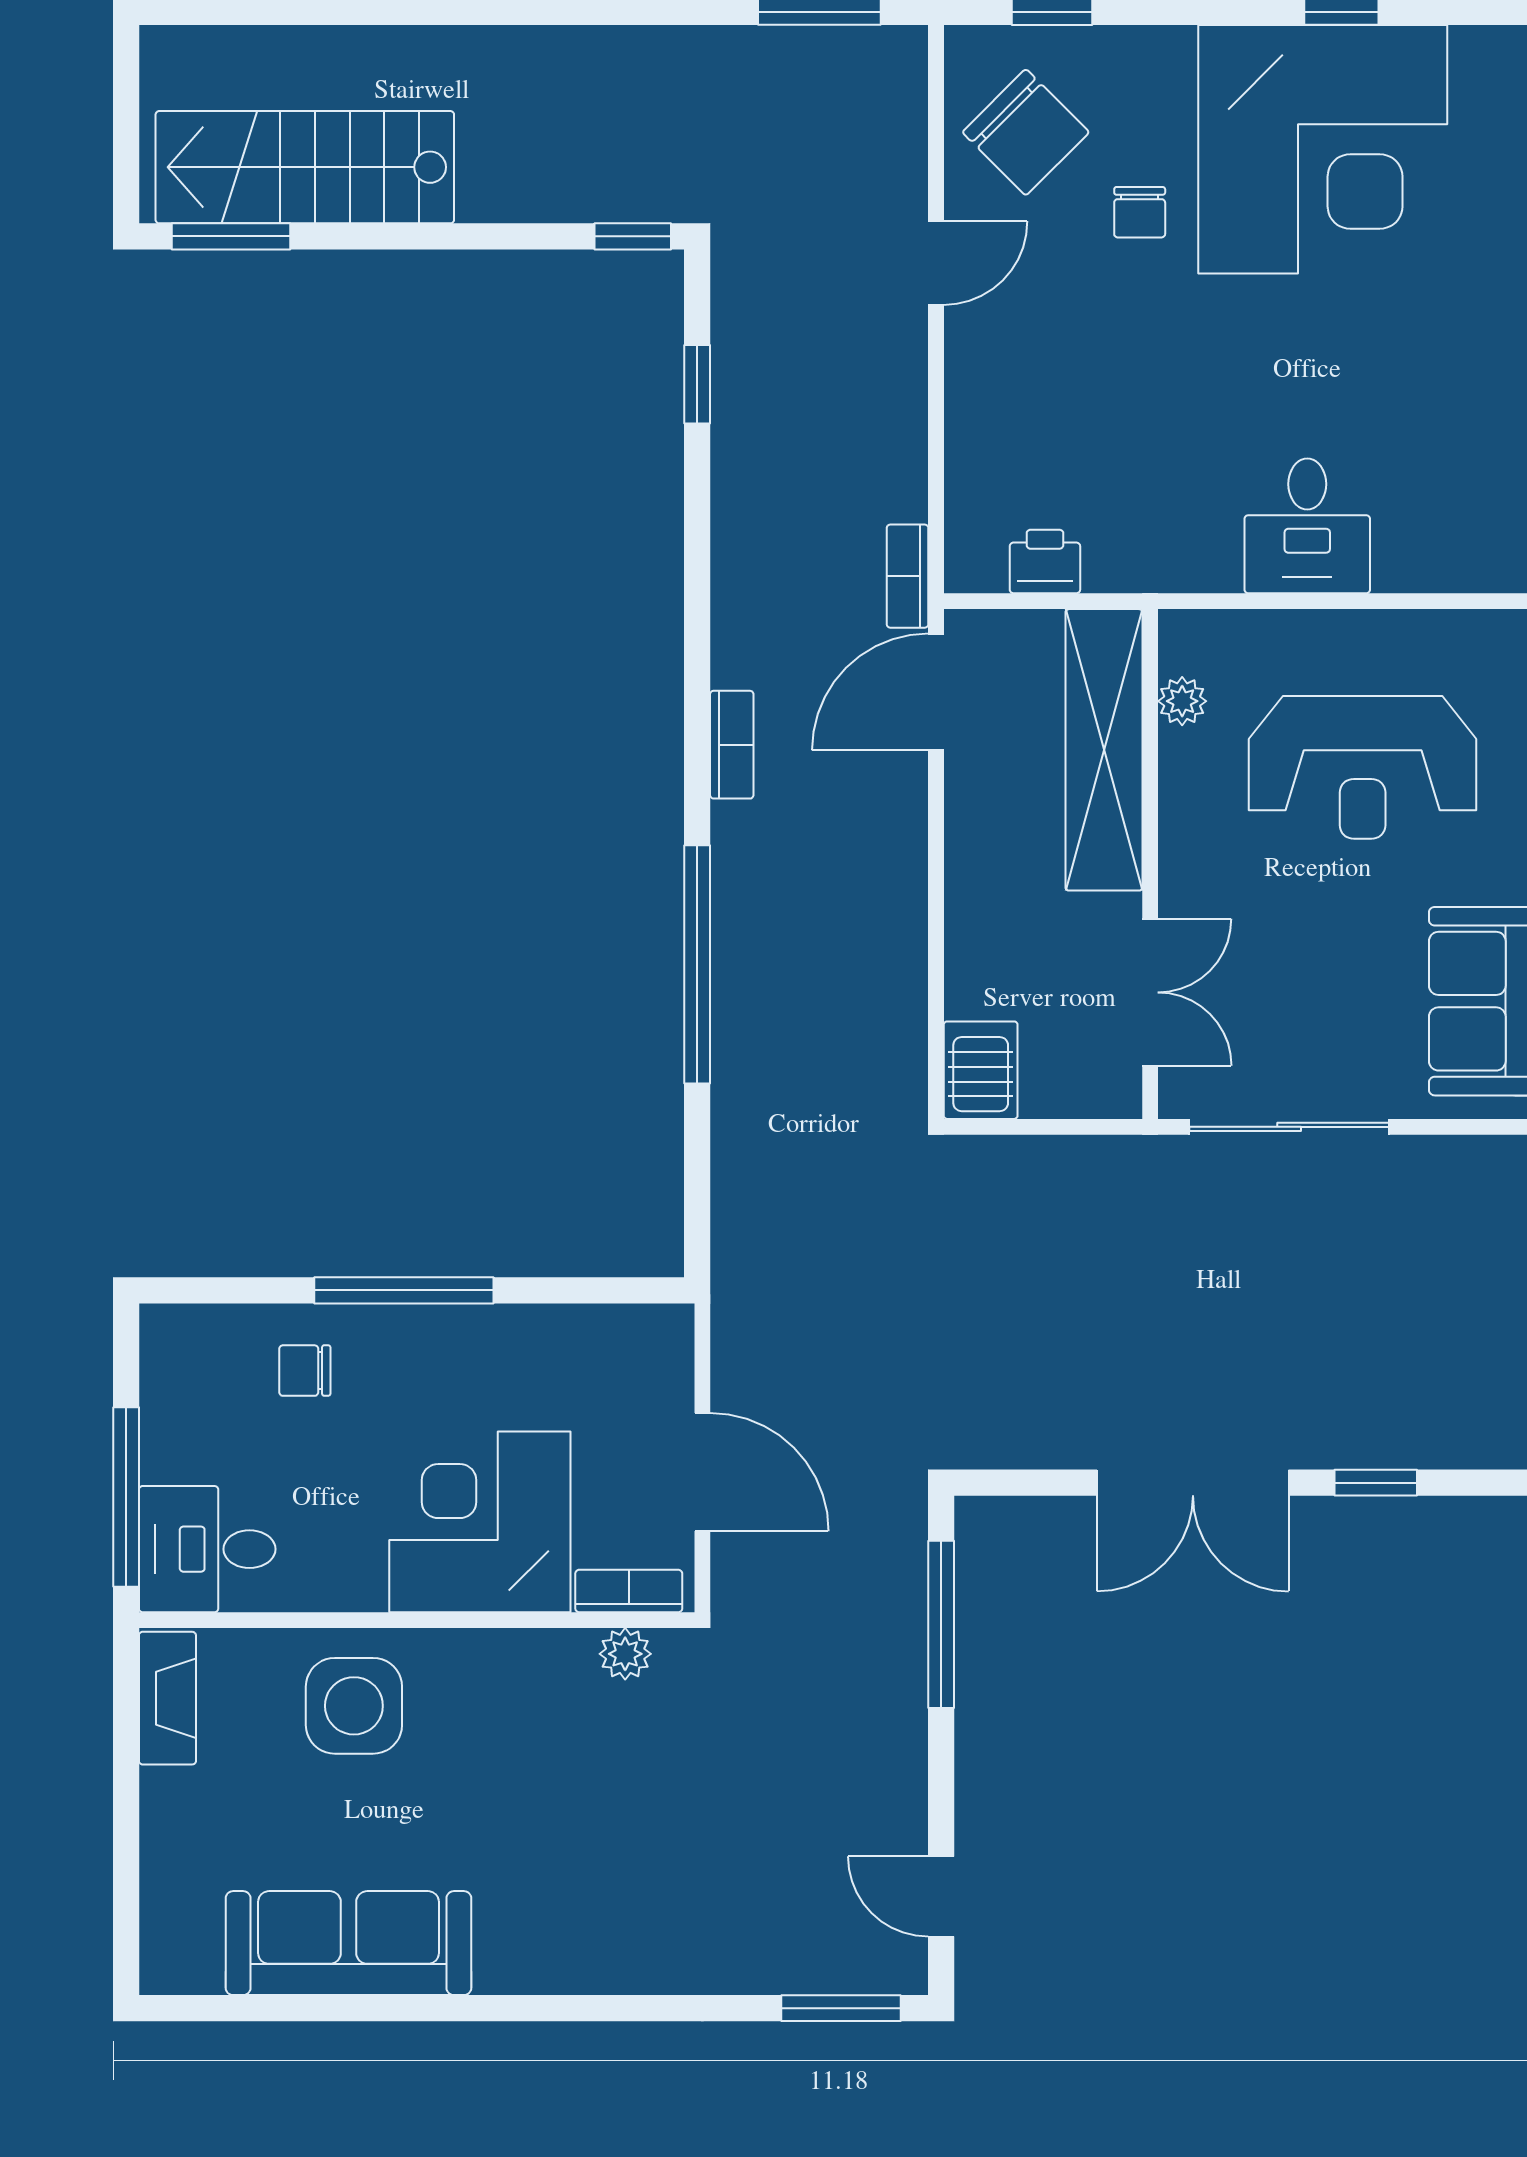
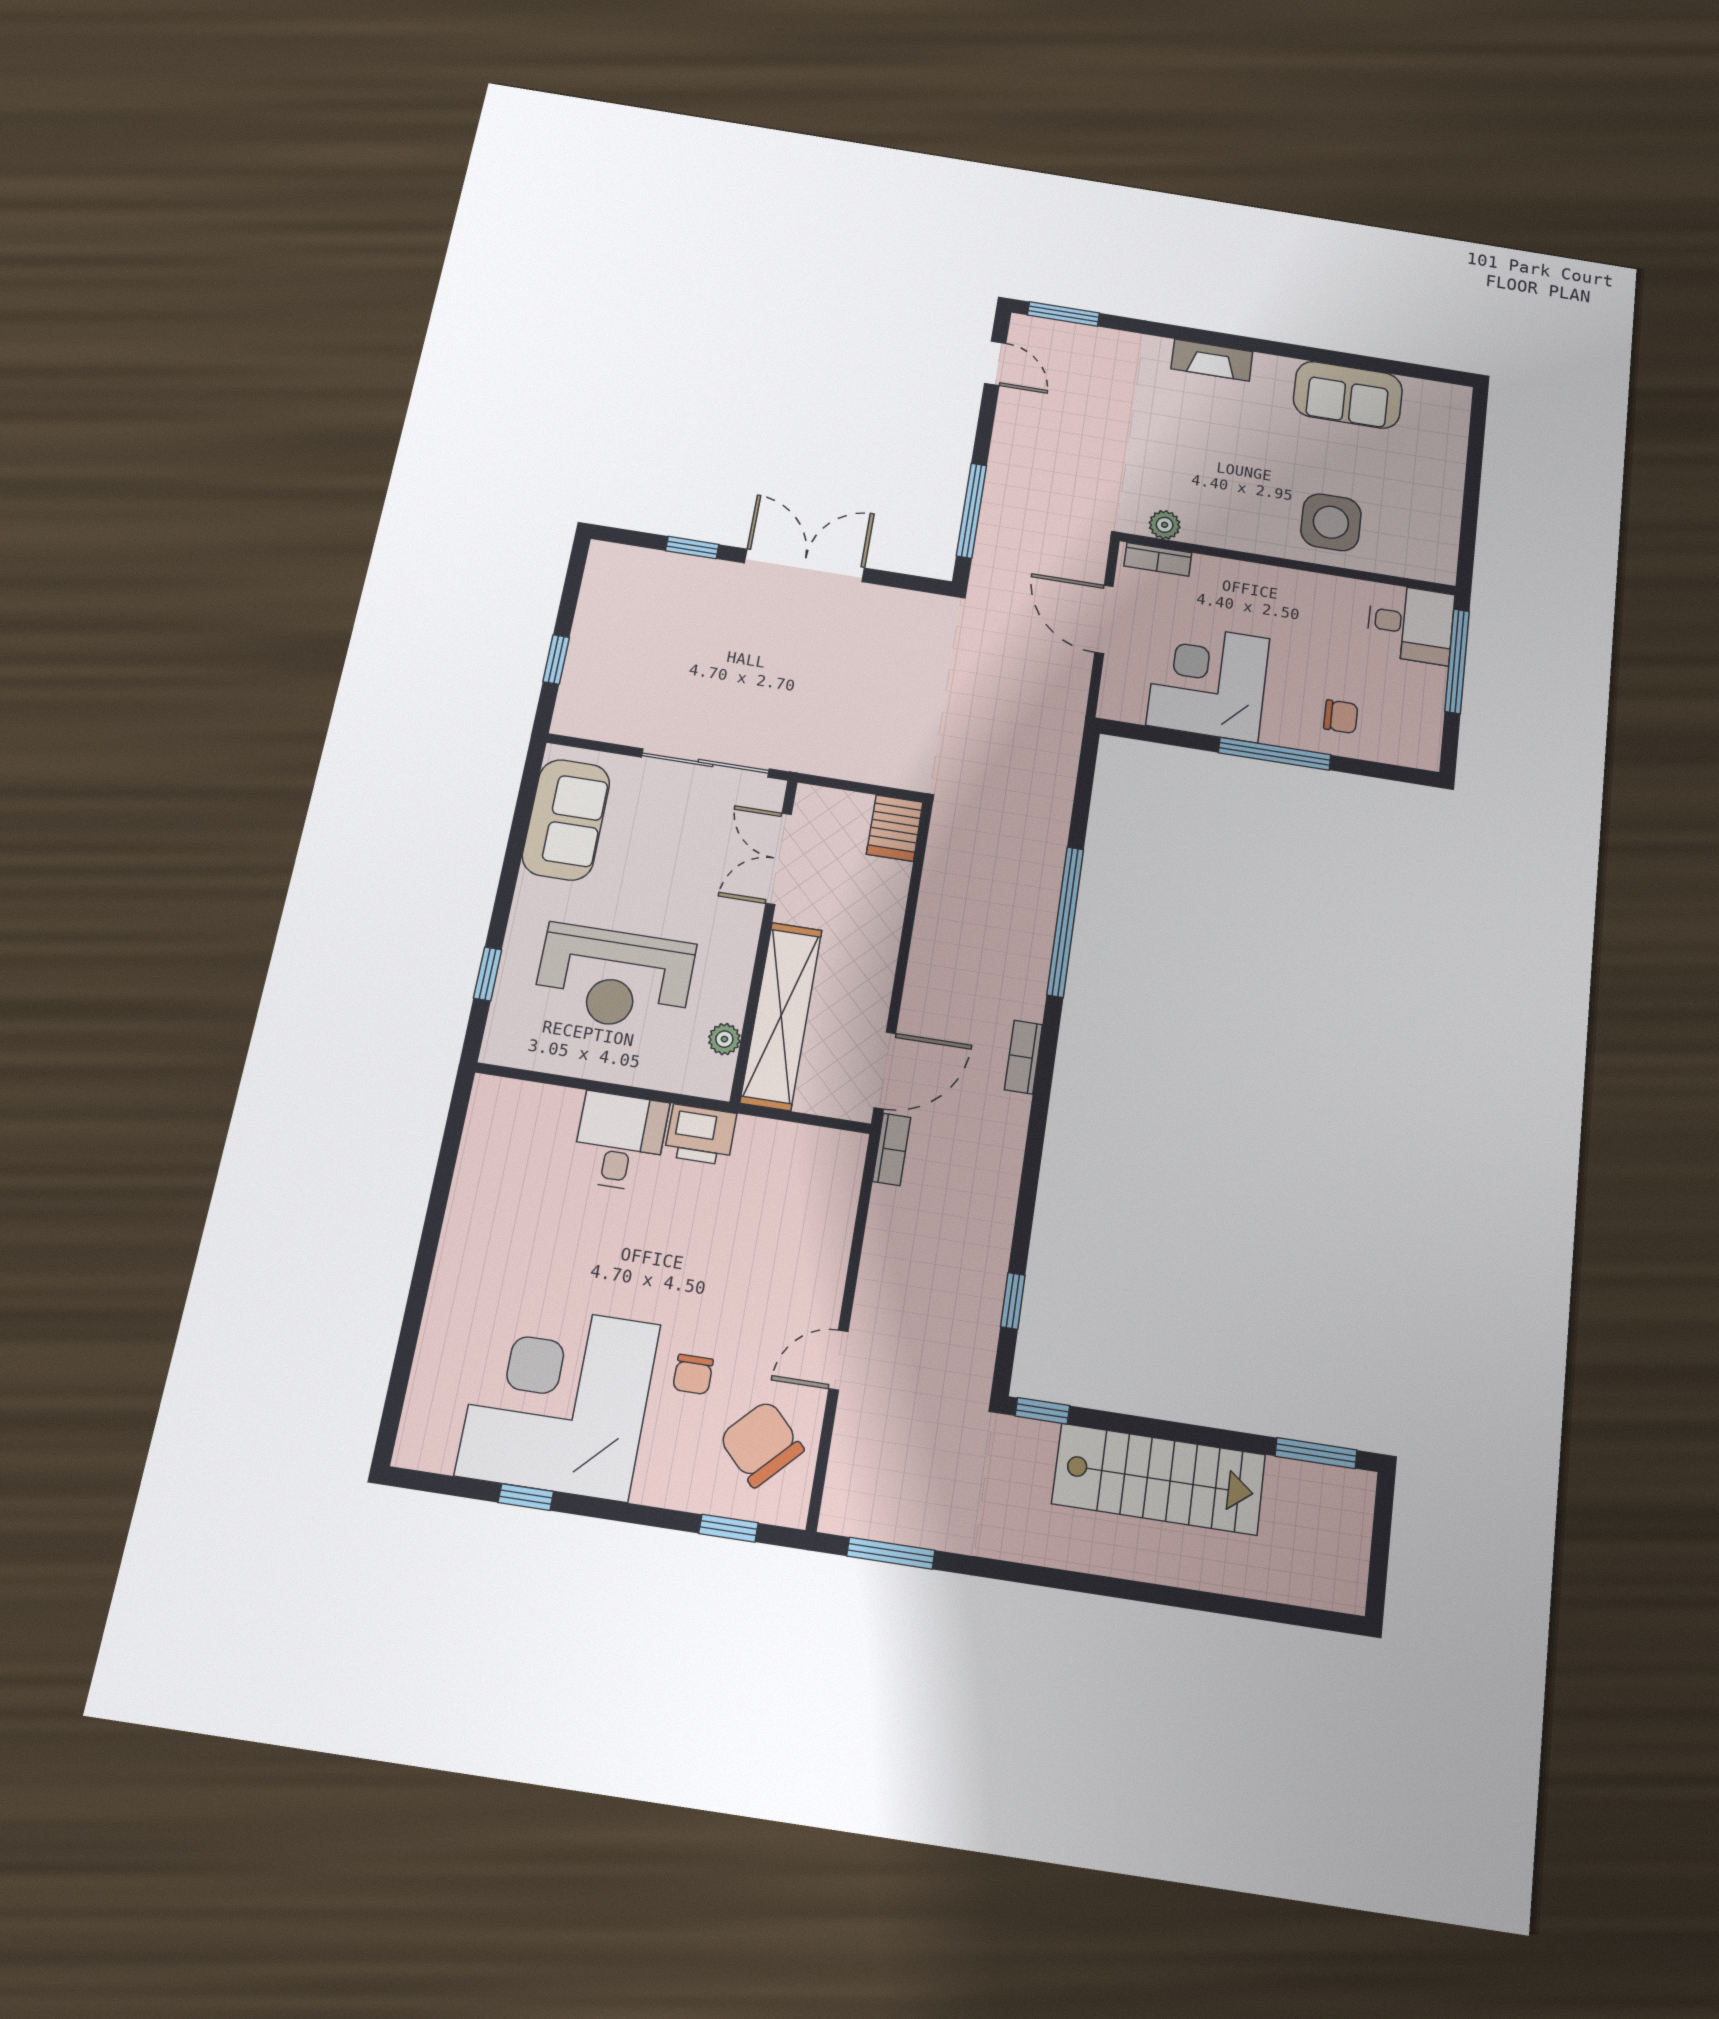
stairs: (305, 167) -> (1159, 1479), moved
chair: (1140, 212) -> (693, 1374), turned 180
printer: (1045, 562) -> (700, 1135), moved, width x1.36, depth x1.24
reception desk: (1363, 767) -> (614, 978), turned 180
corner desk: (480, 1522) -> (1208, 682), moved, turned 180
fireplace: (167, 1698) -> (1212, 360), moved, turned -90
sofa: (348, 1943) -> (1348, 395), width x0.73

